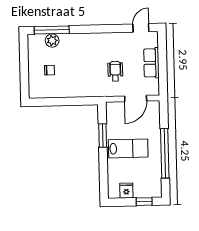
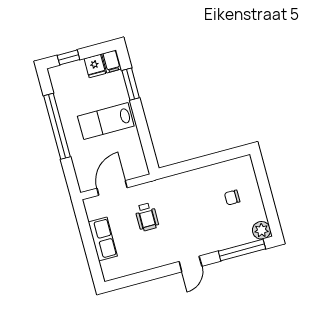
door: (141, 28) -> (190, 264), moved
plant: (52, 41) -> (261, 230), moved
window: (103, 135) -> (131, 84), moved
filing cabinet: (113, 191) -> (112, 61), added

